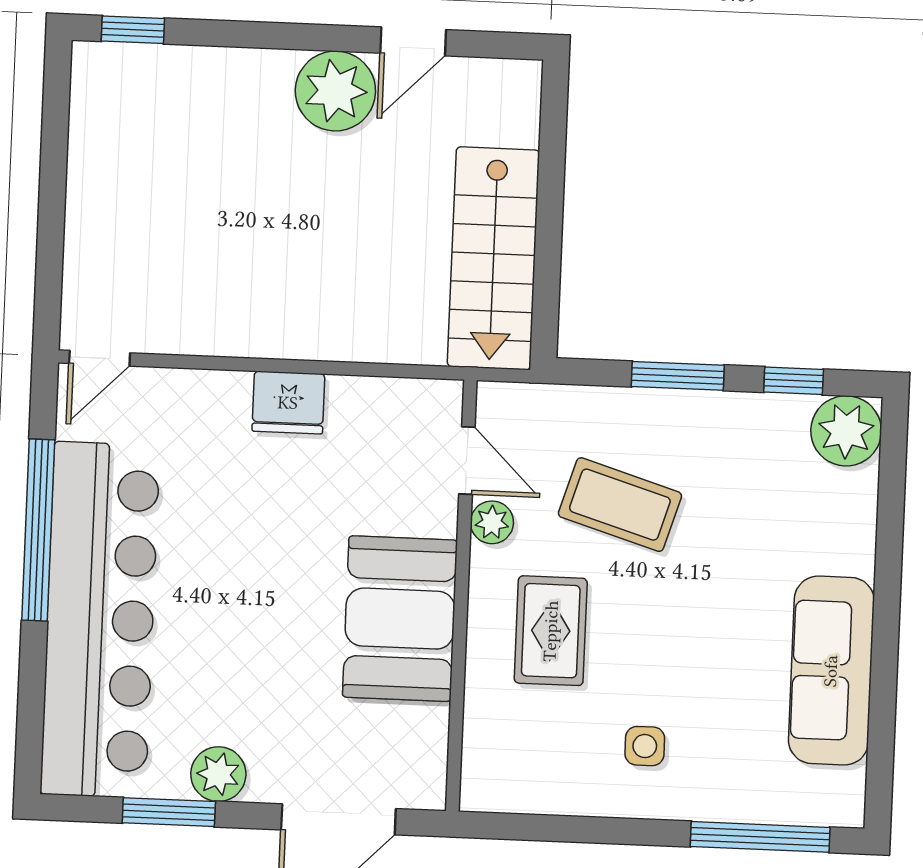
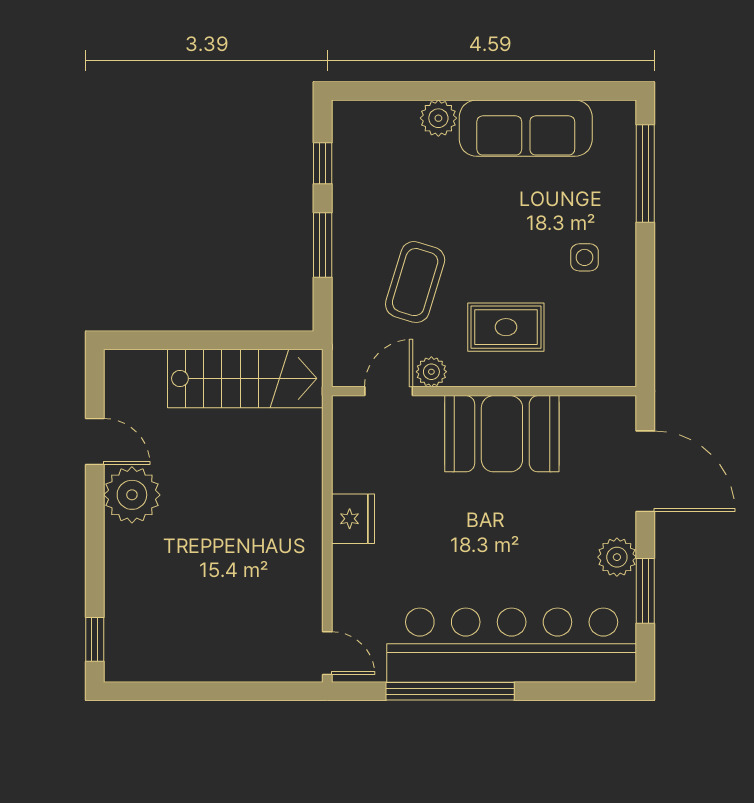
plant: (846, 431) -> (438, 118), moved, width x0.73, depth x0.73

